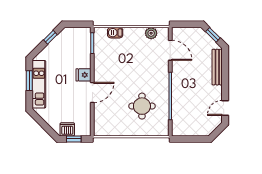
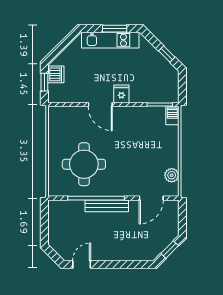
barbecue: (115, 33) -> (172, 116), moved
bench: (217, 67) -> (107, 206), moved
round table: (142, 106) -> (84, 164), width x1.36, depth x1.36
door: (225, 108) -> (82, 264), hinge flipped

